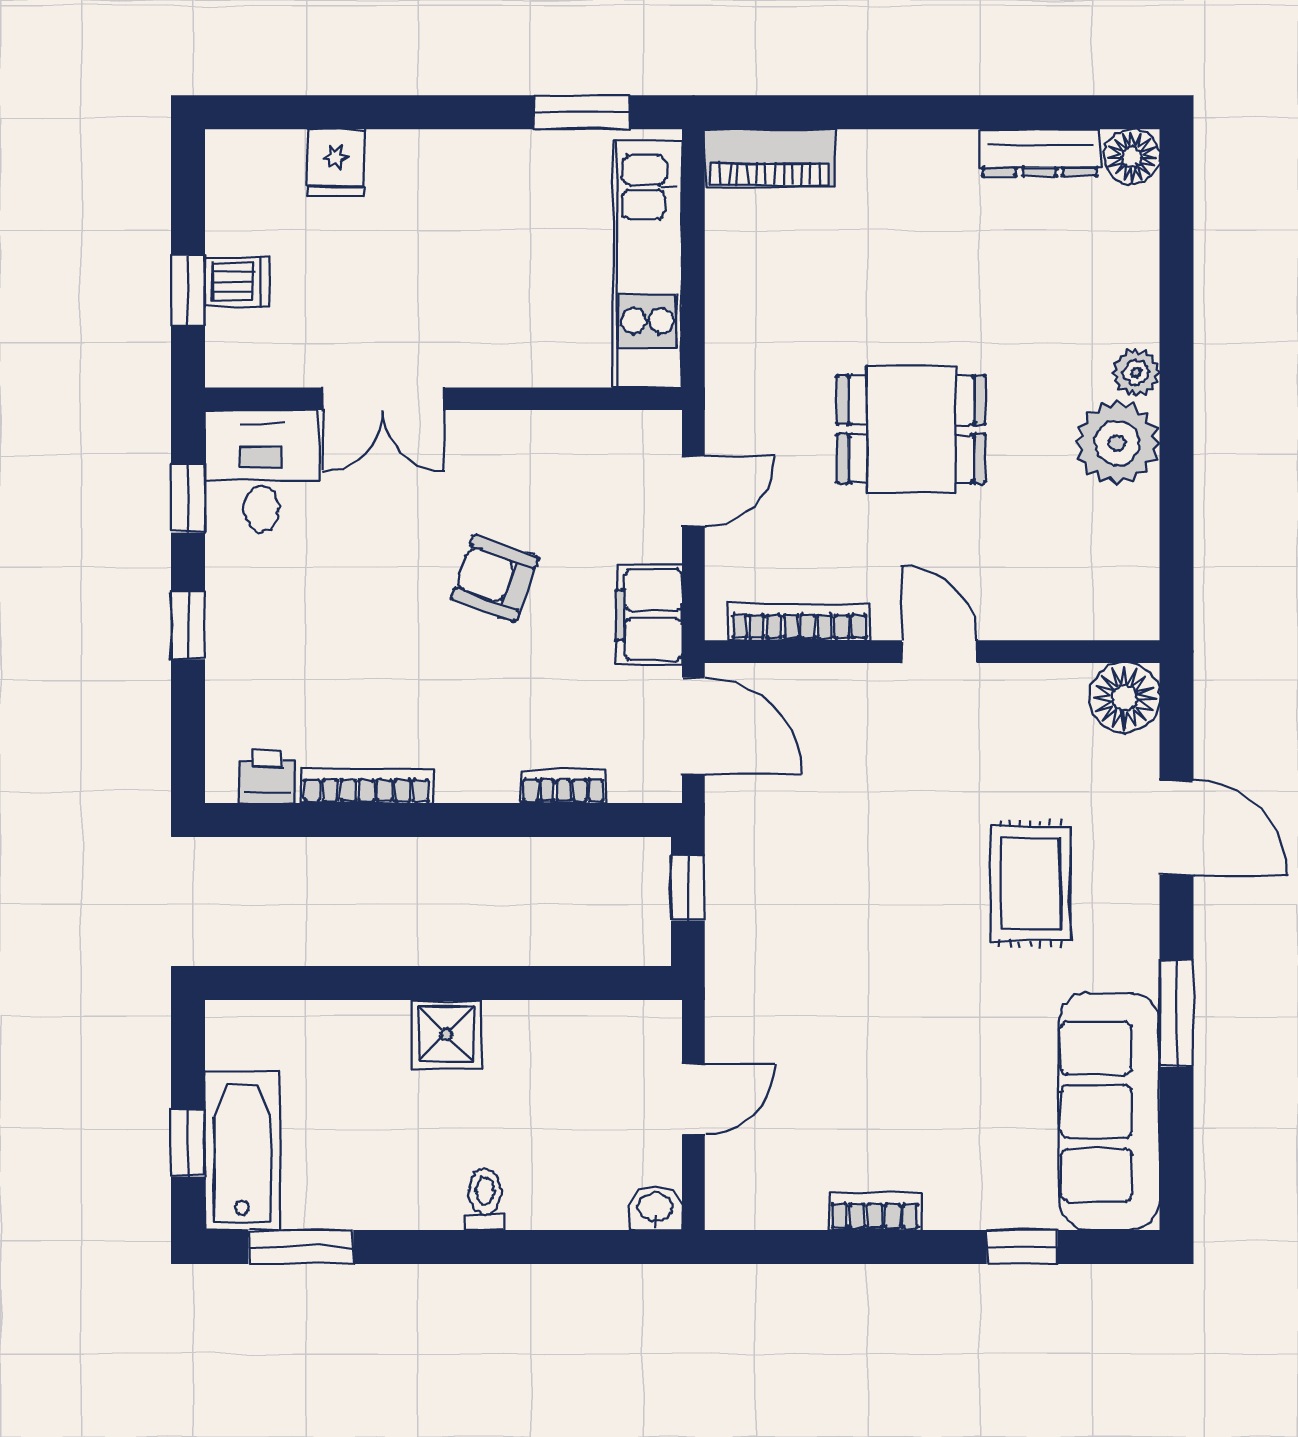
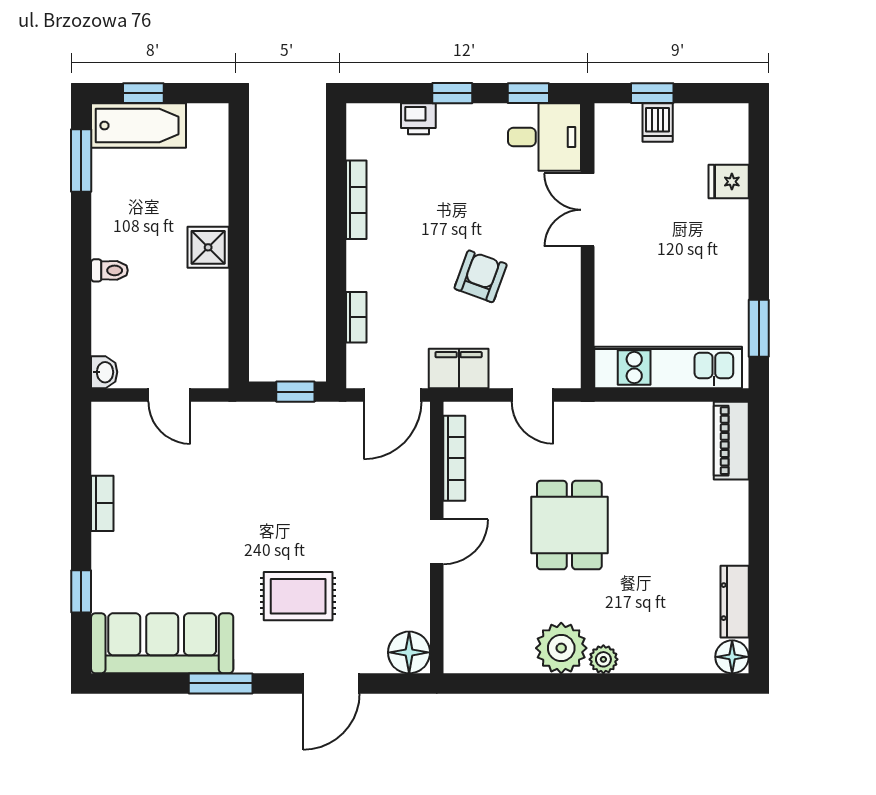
printer: (267, 777) -> (418, 119), moved, turned 90

